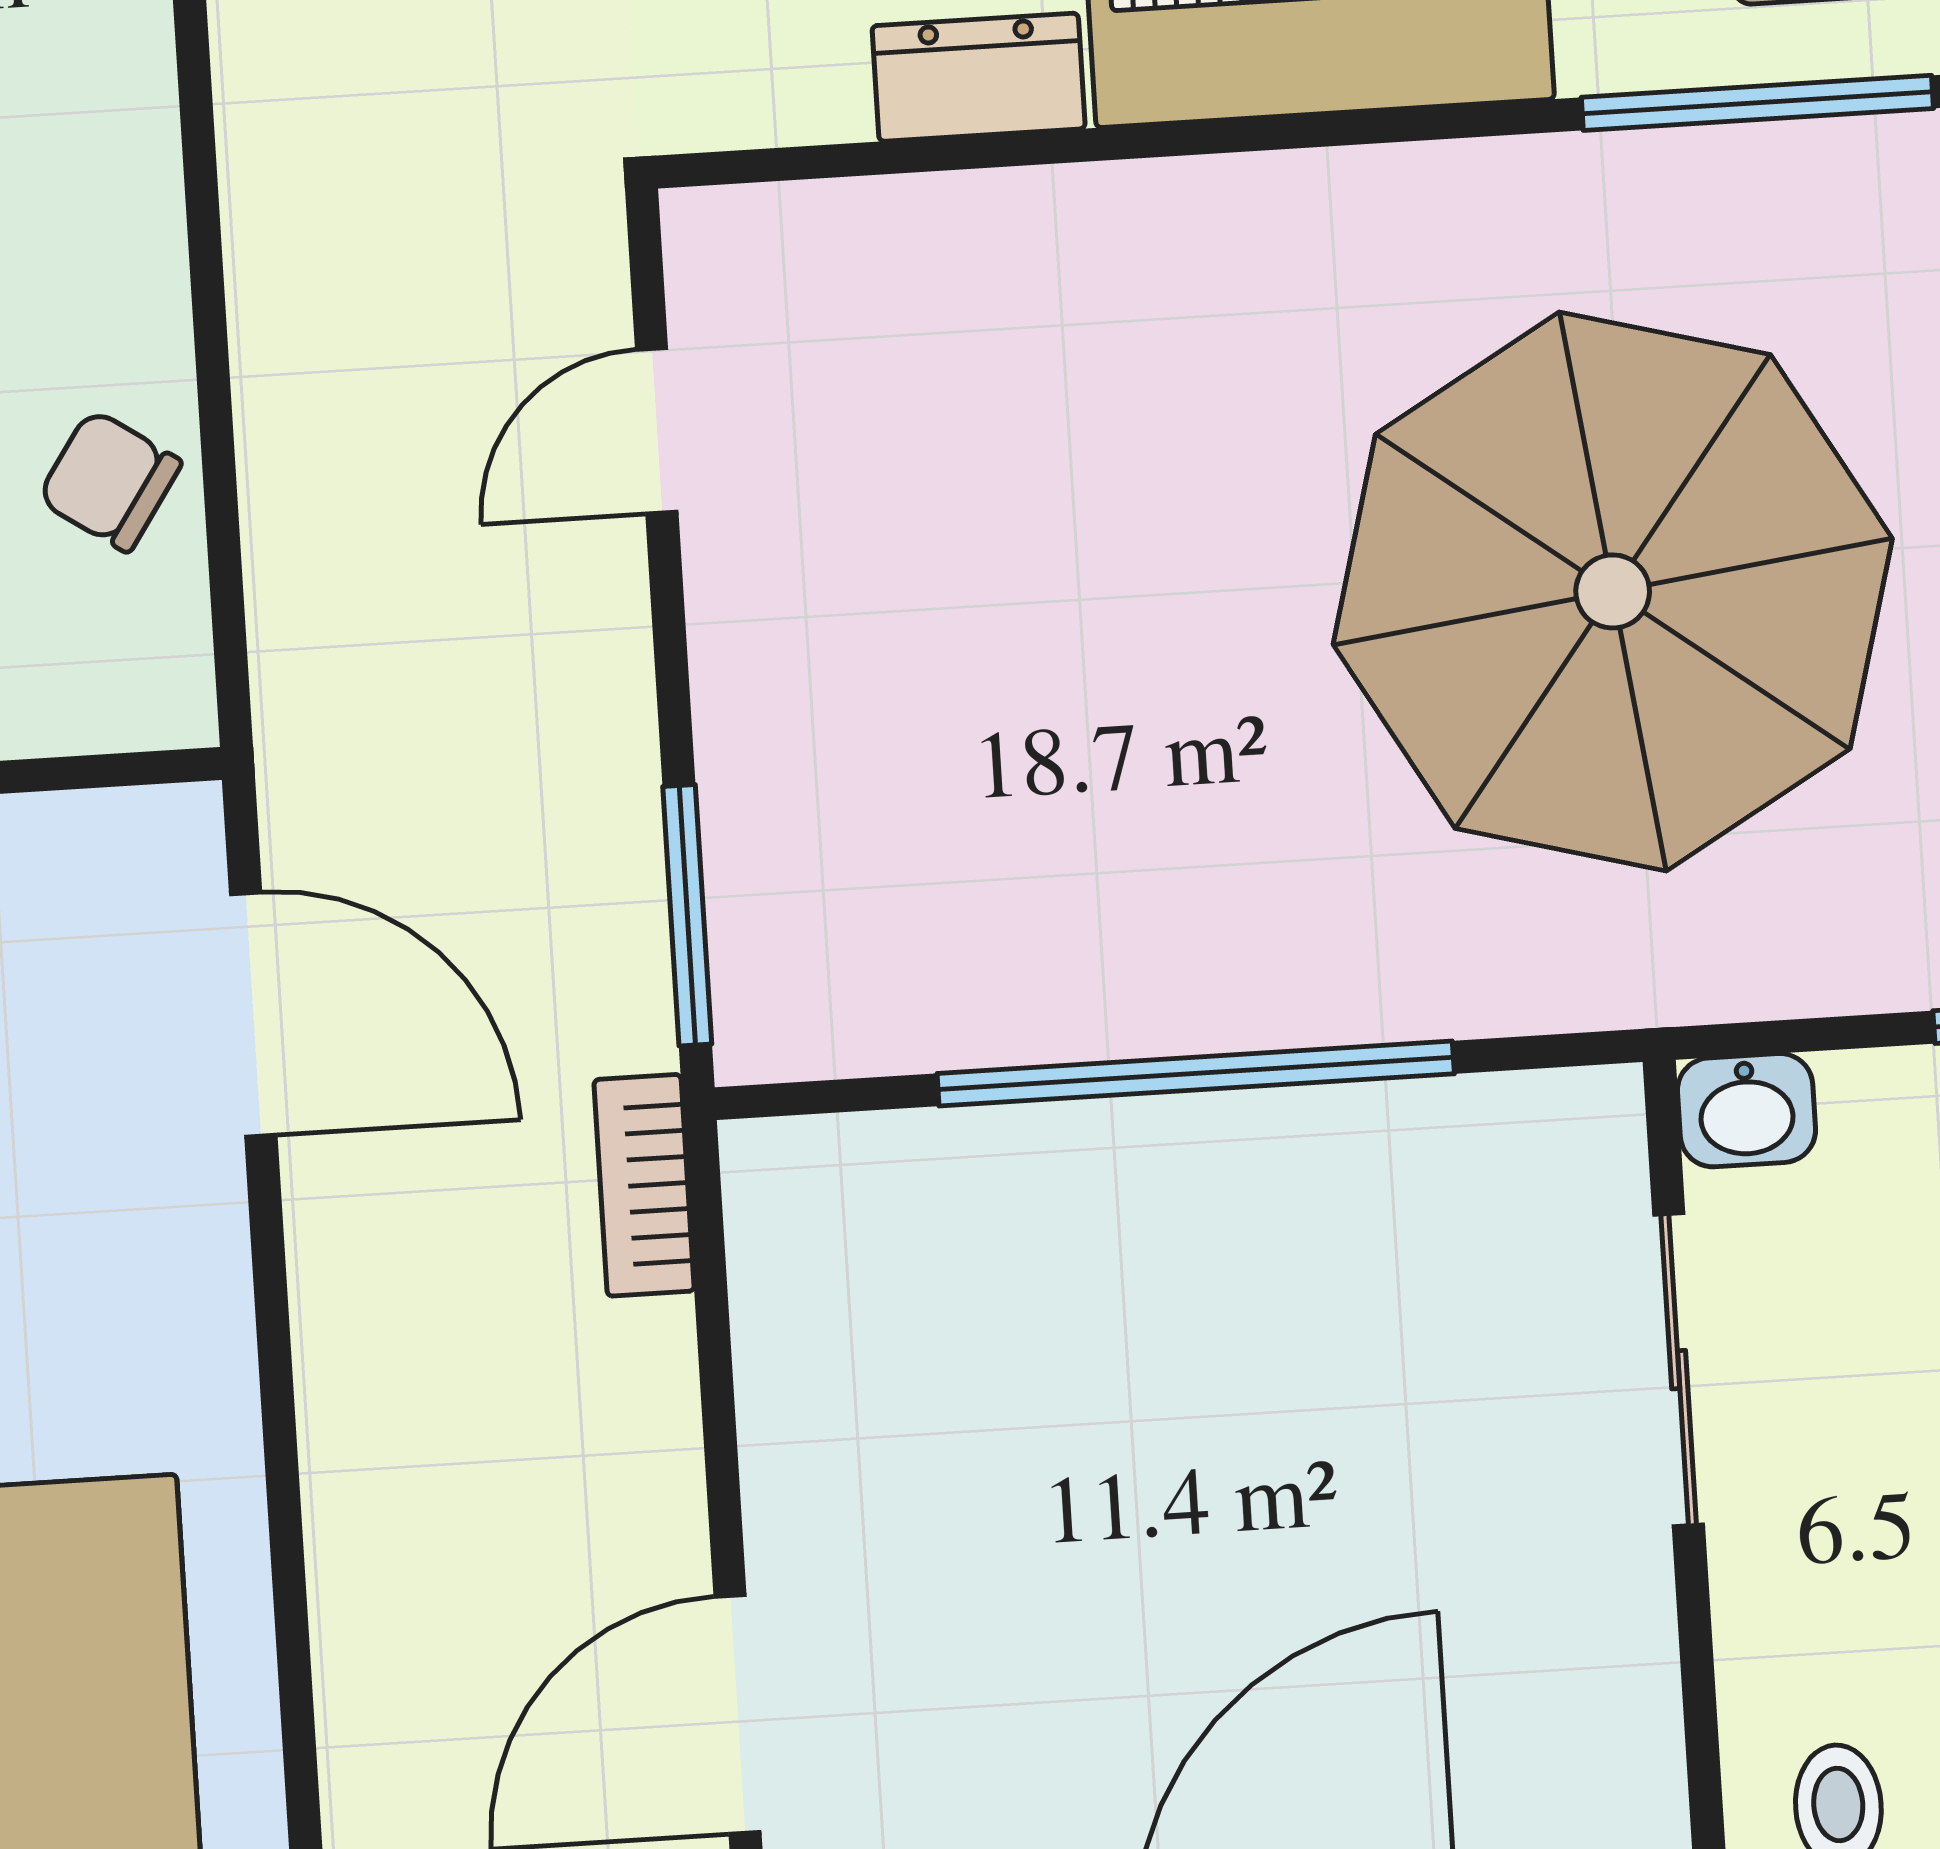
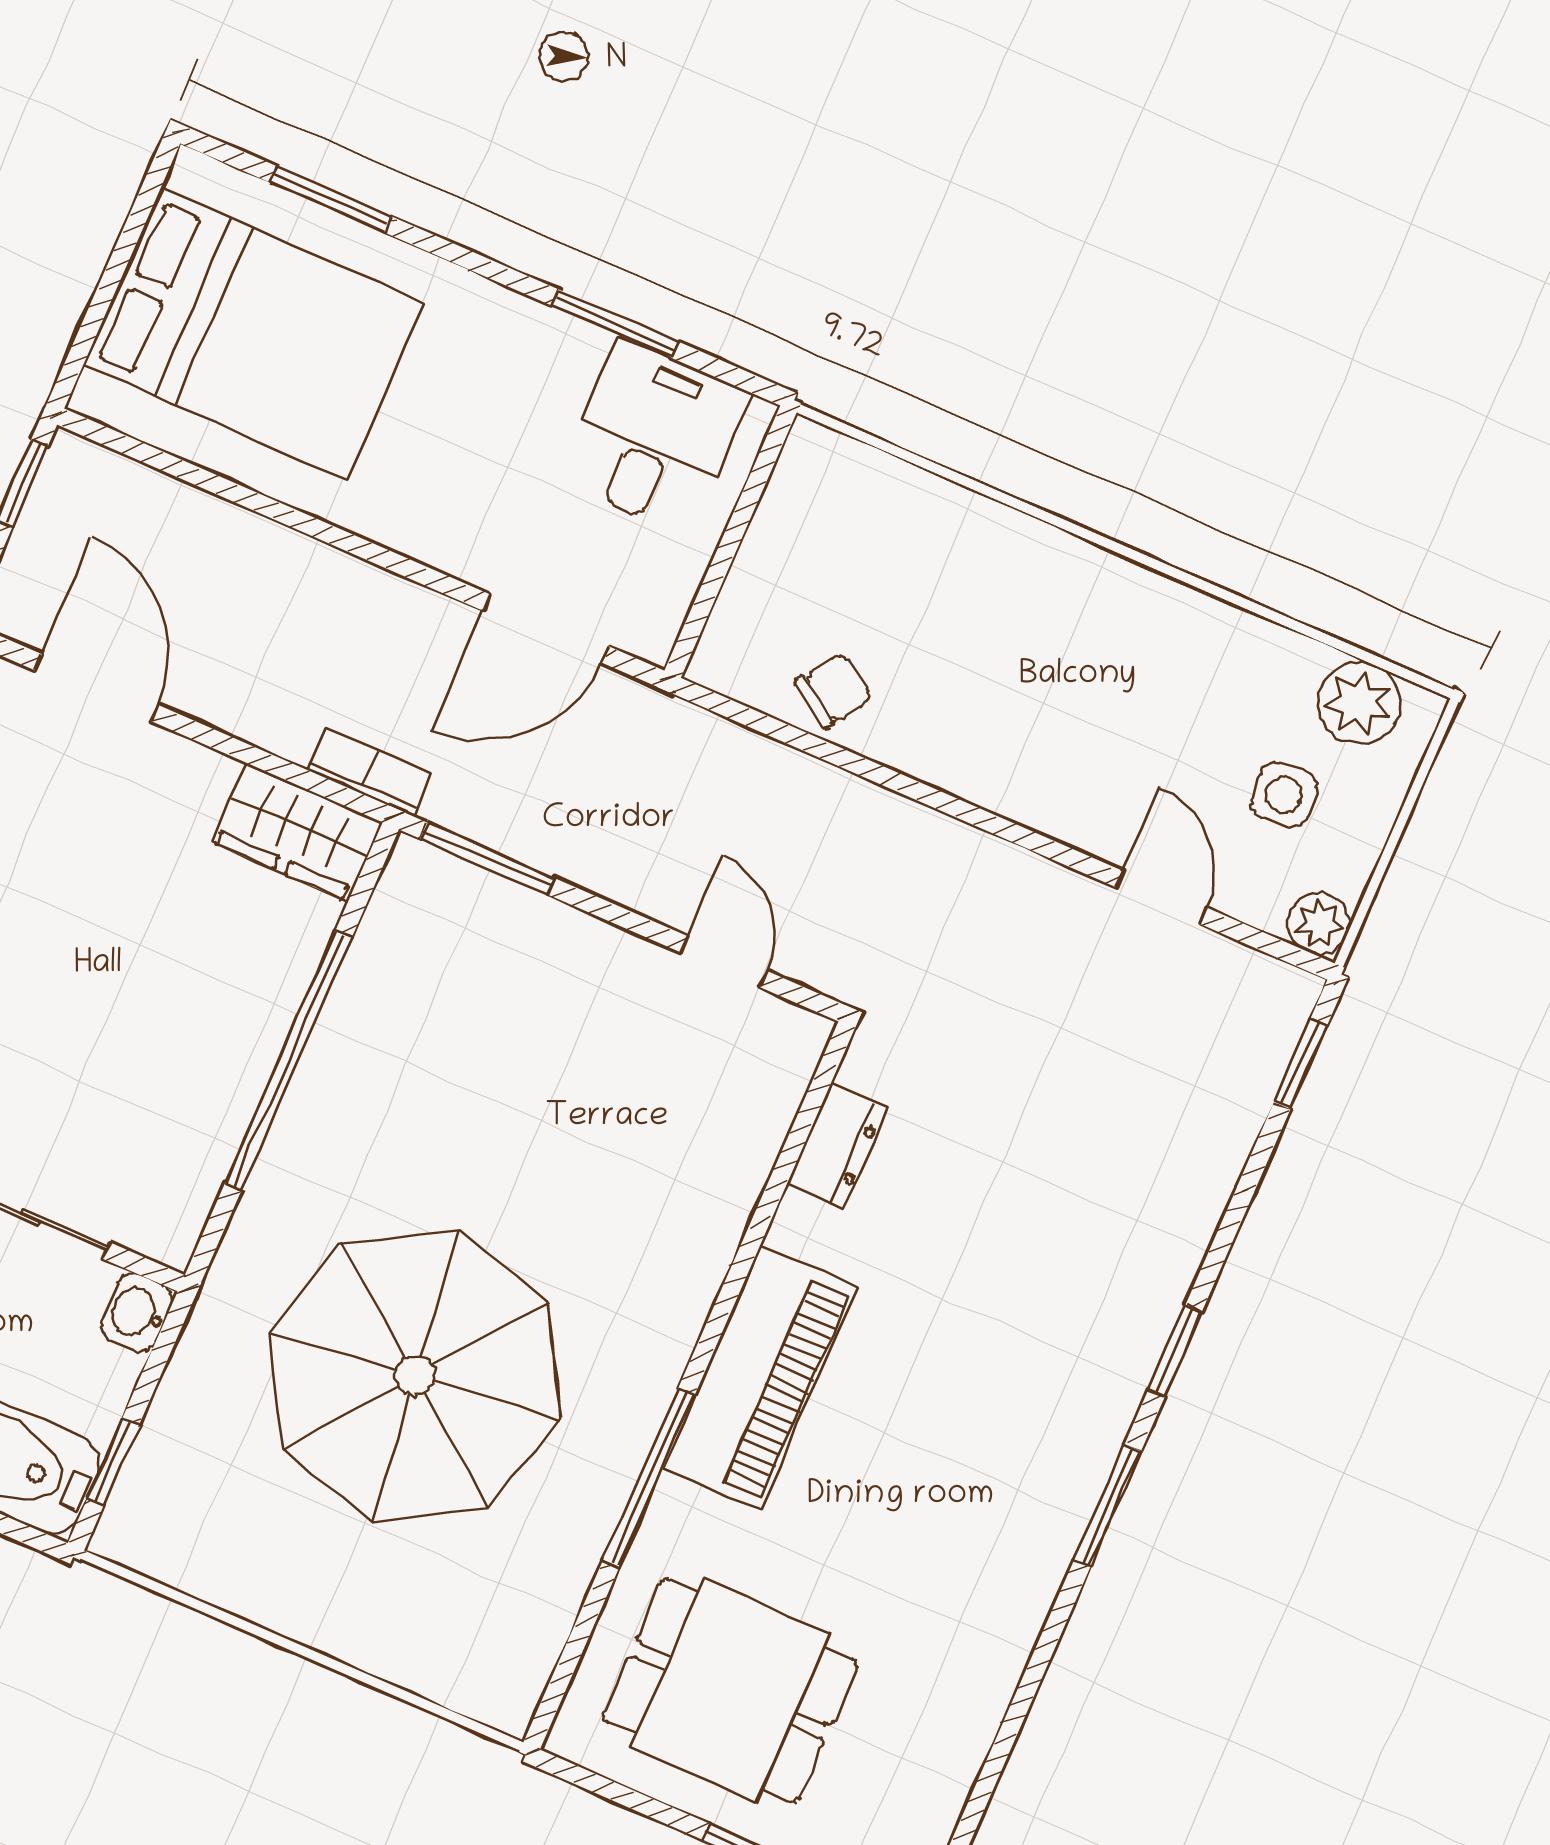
dresser: (979, 77) -> (837, 1146), moved
window: (1757, 103) -> (649, 1477), moved
wardrobe: (807, 1255) -> (297, 832), added

